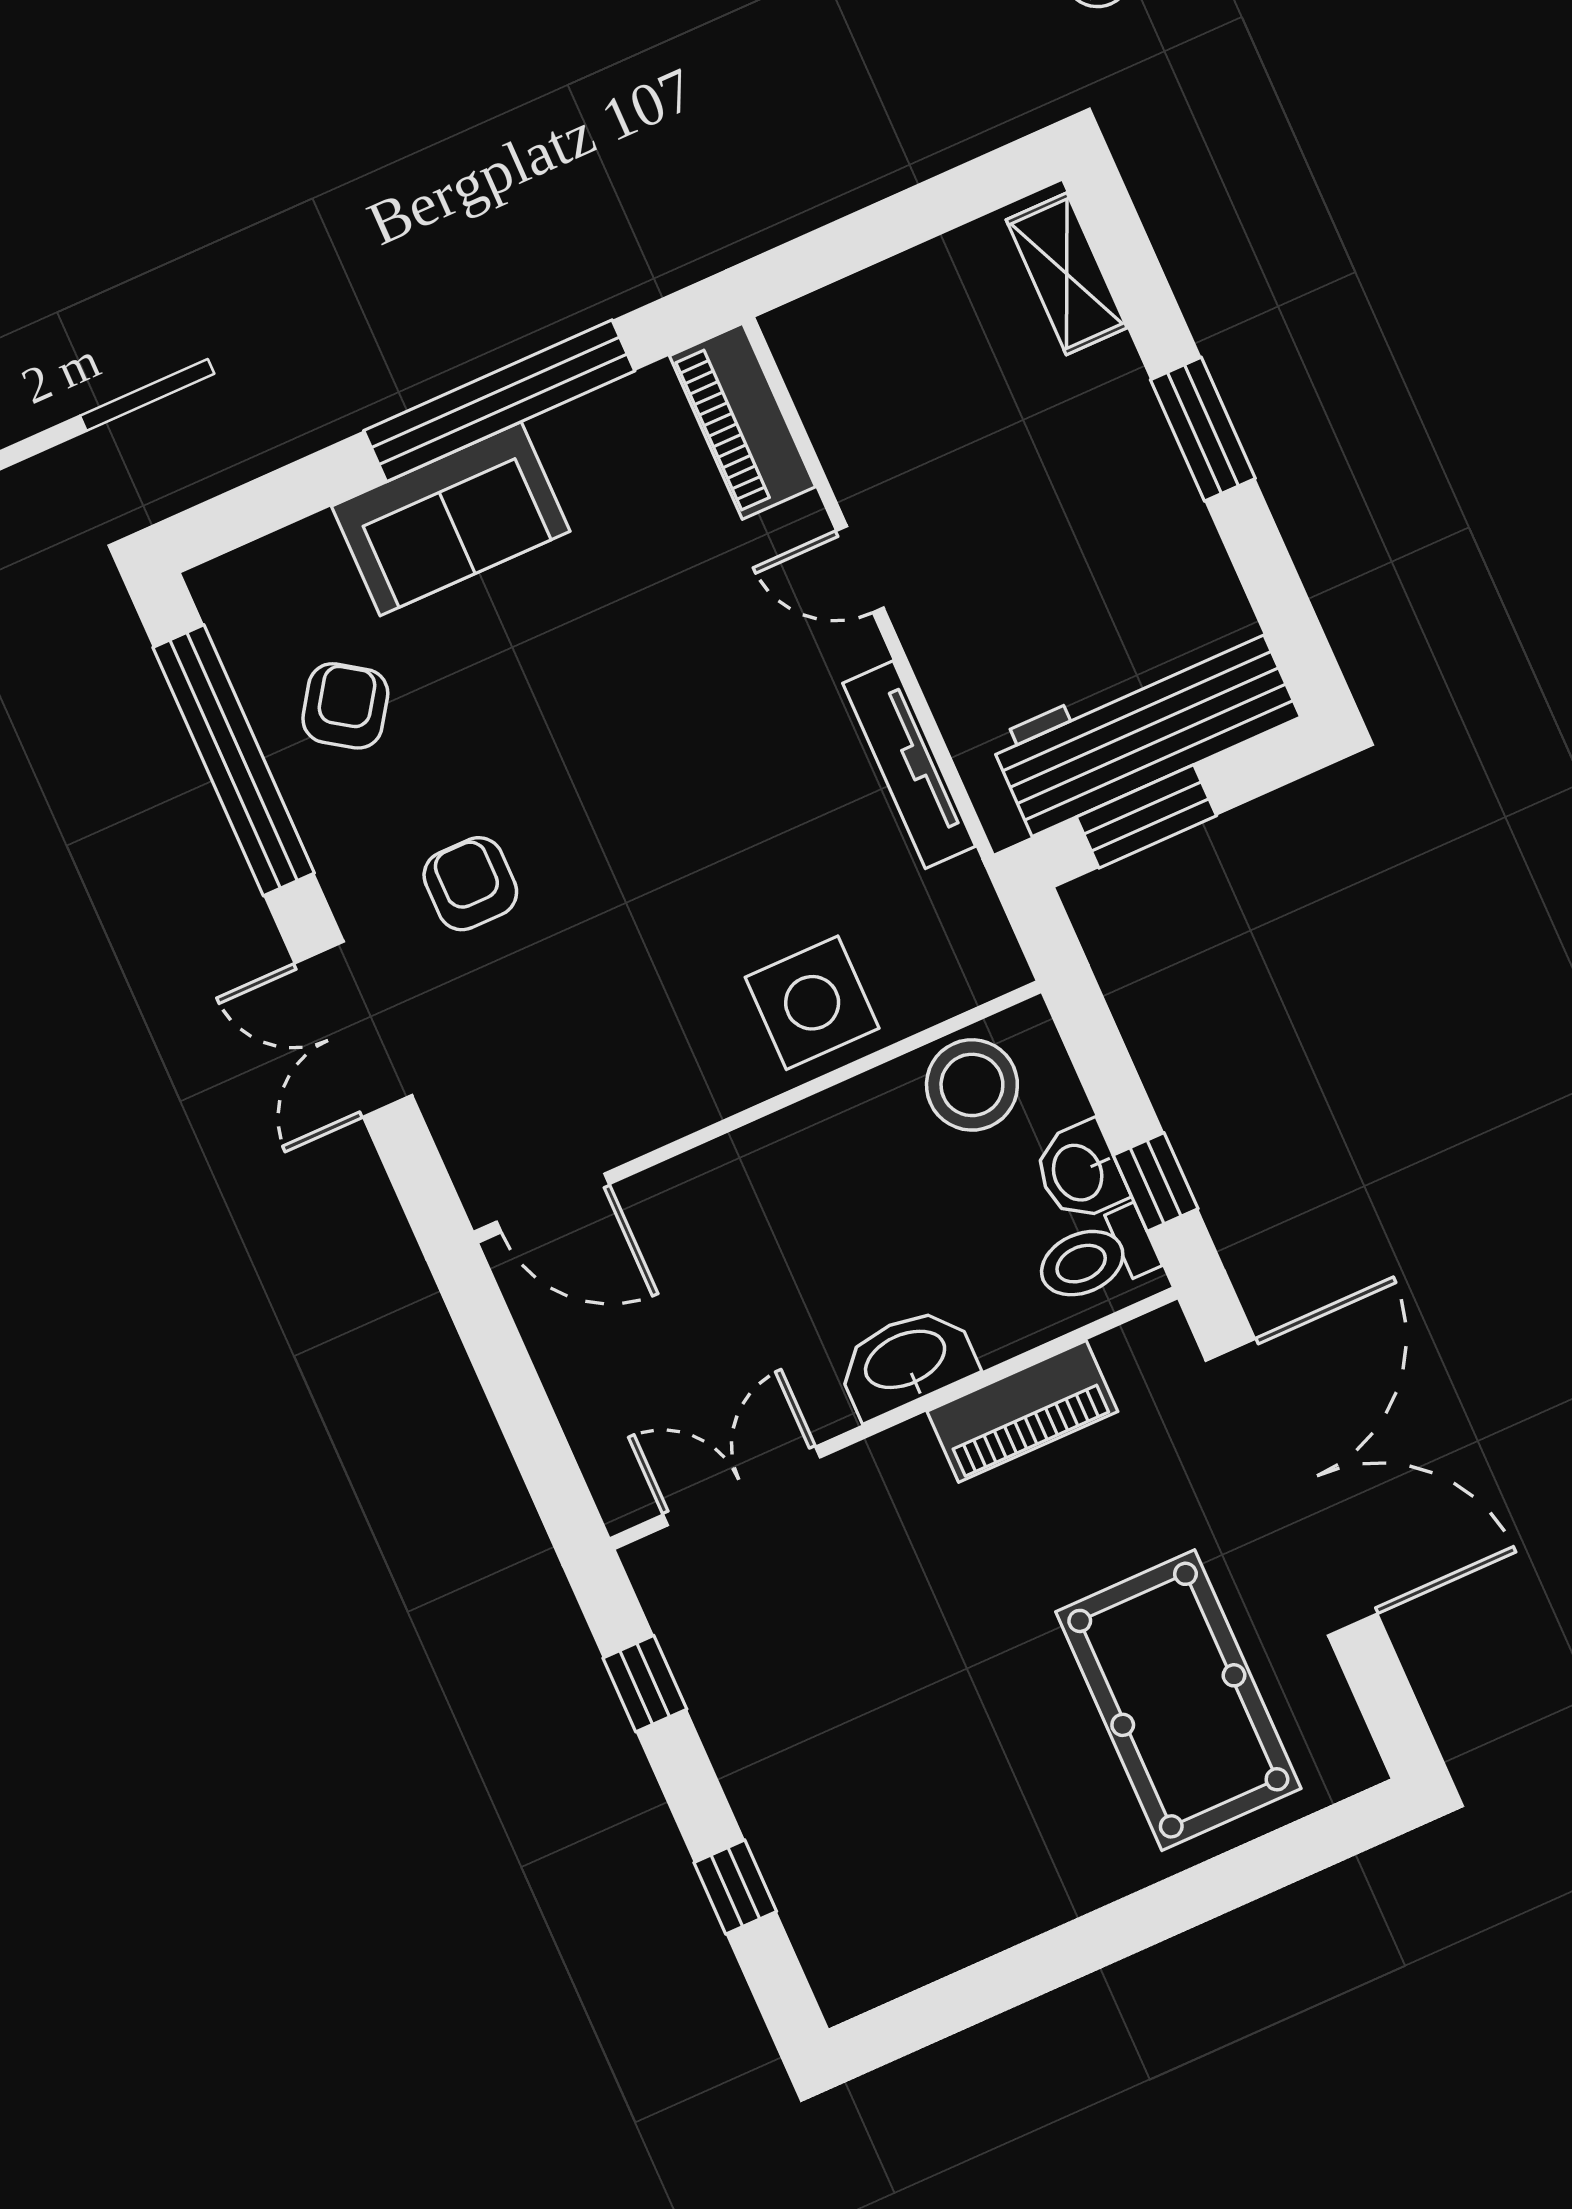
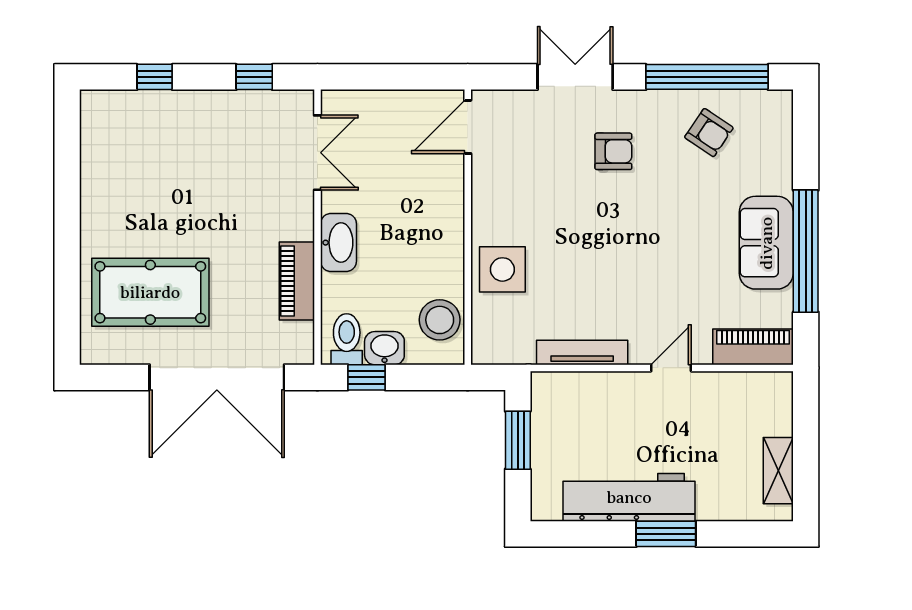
shelving: (1067, 274) -> (778, 471), moved, turned 90
sofa: (451, 519) -> (766, 243), moved
workbench: (1145, 728) -> (629, 497), moved, turned -90

